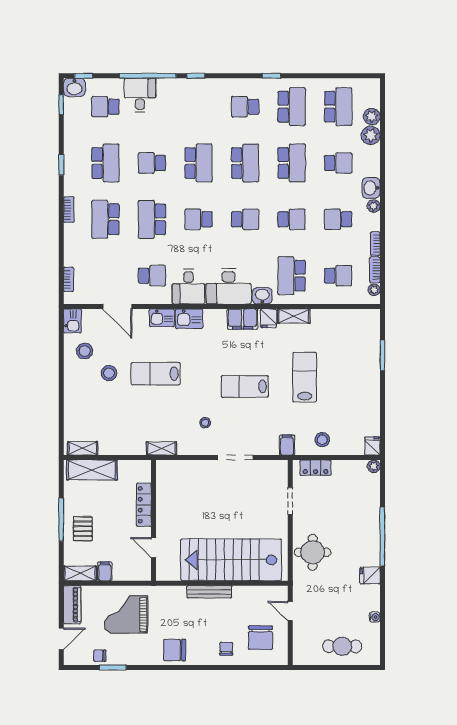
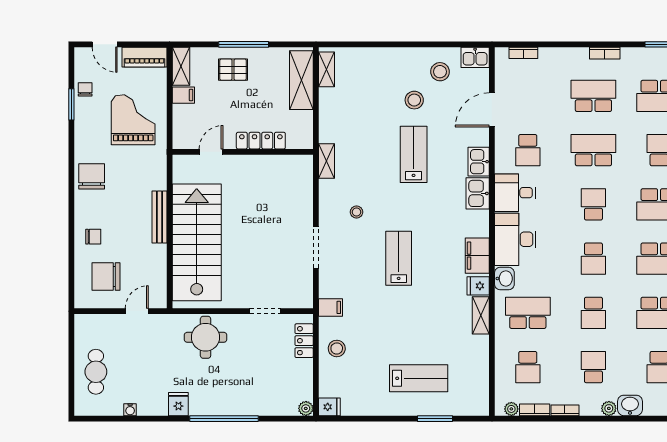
lab bench: (305, 377) -> (419, 378), moved

